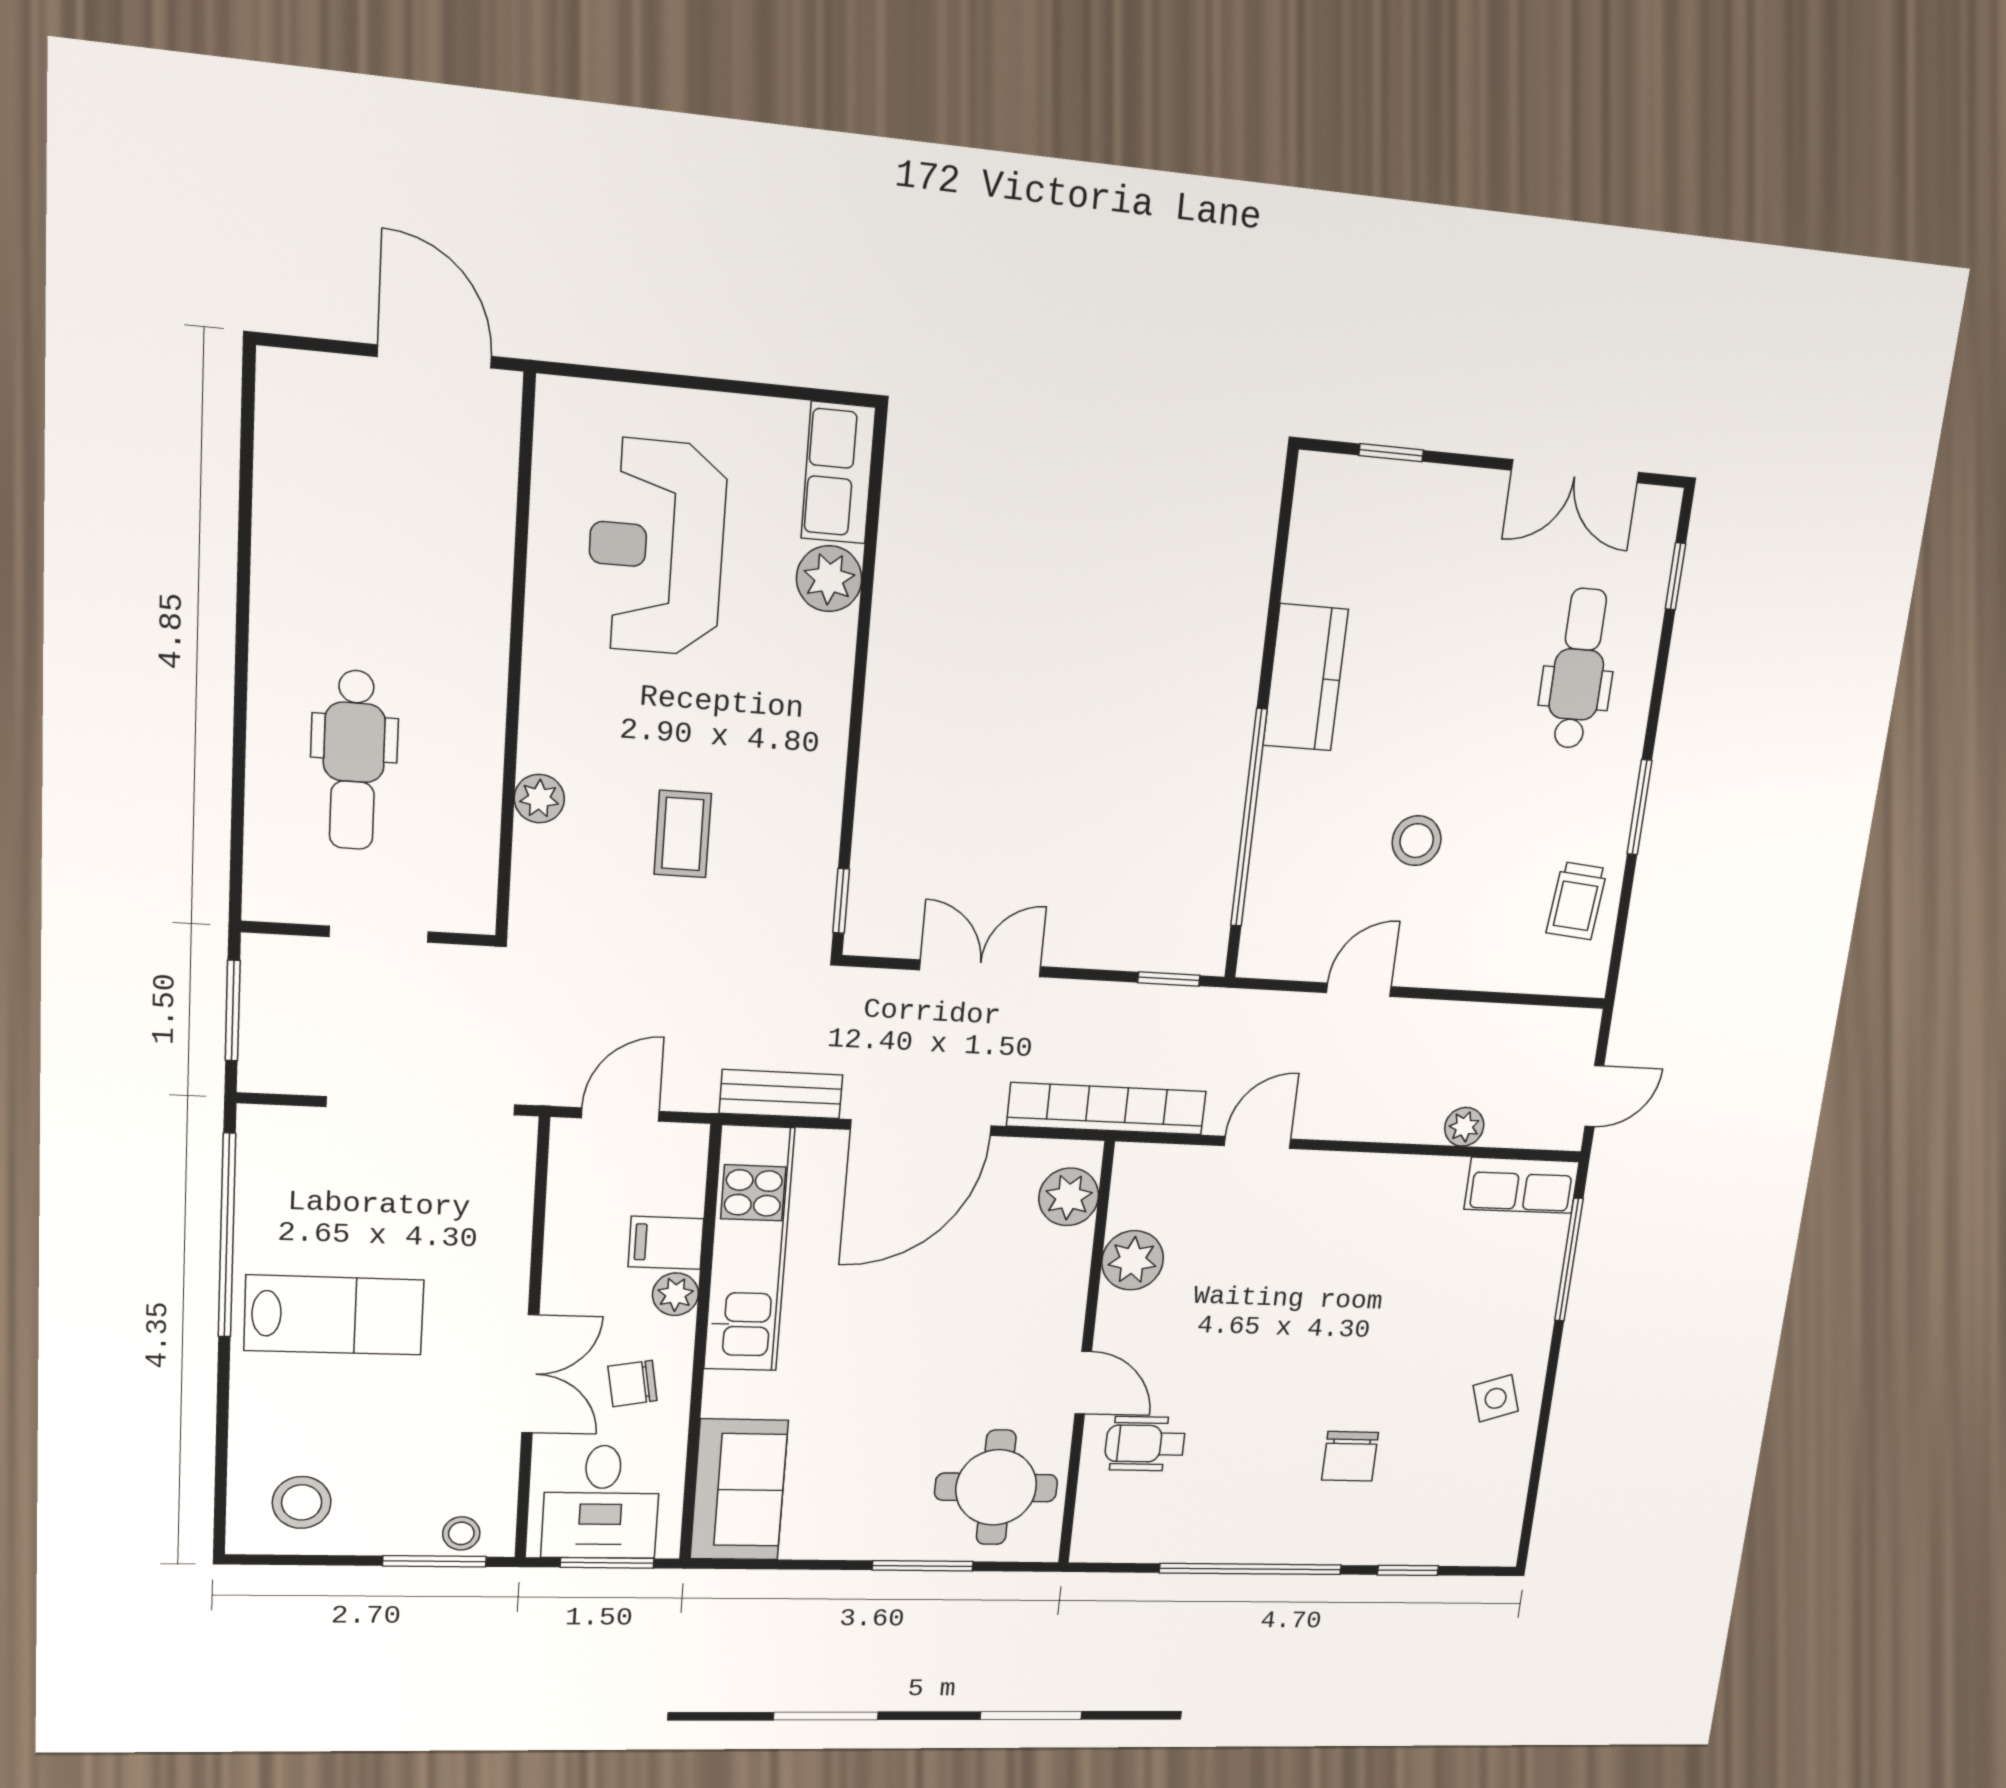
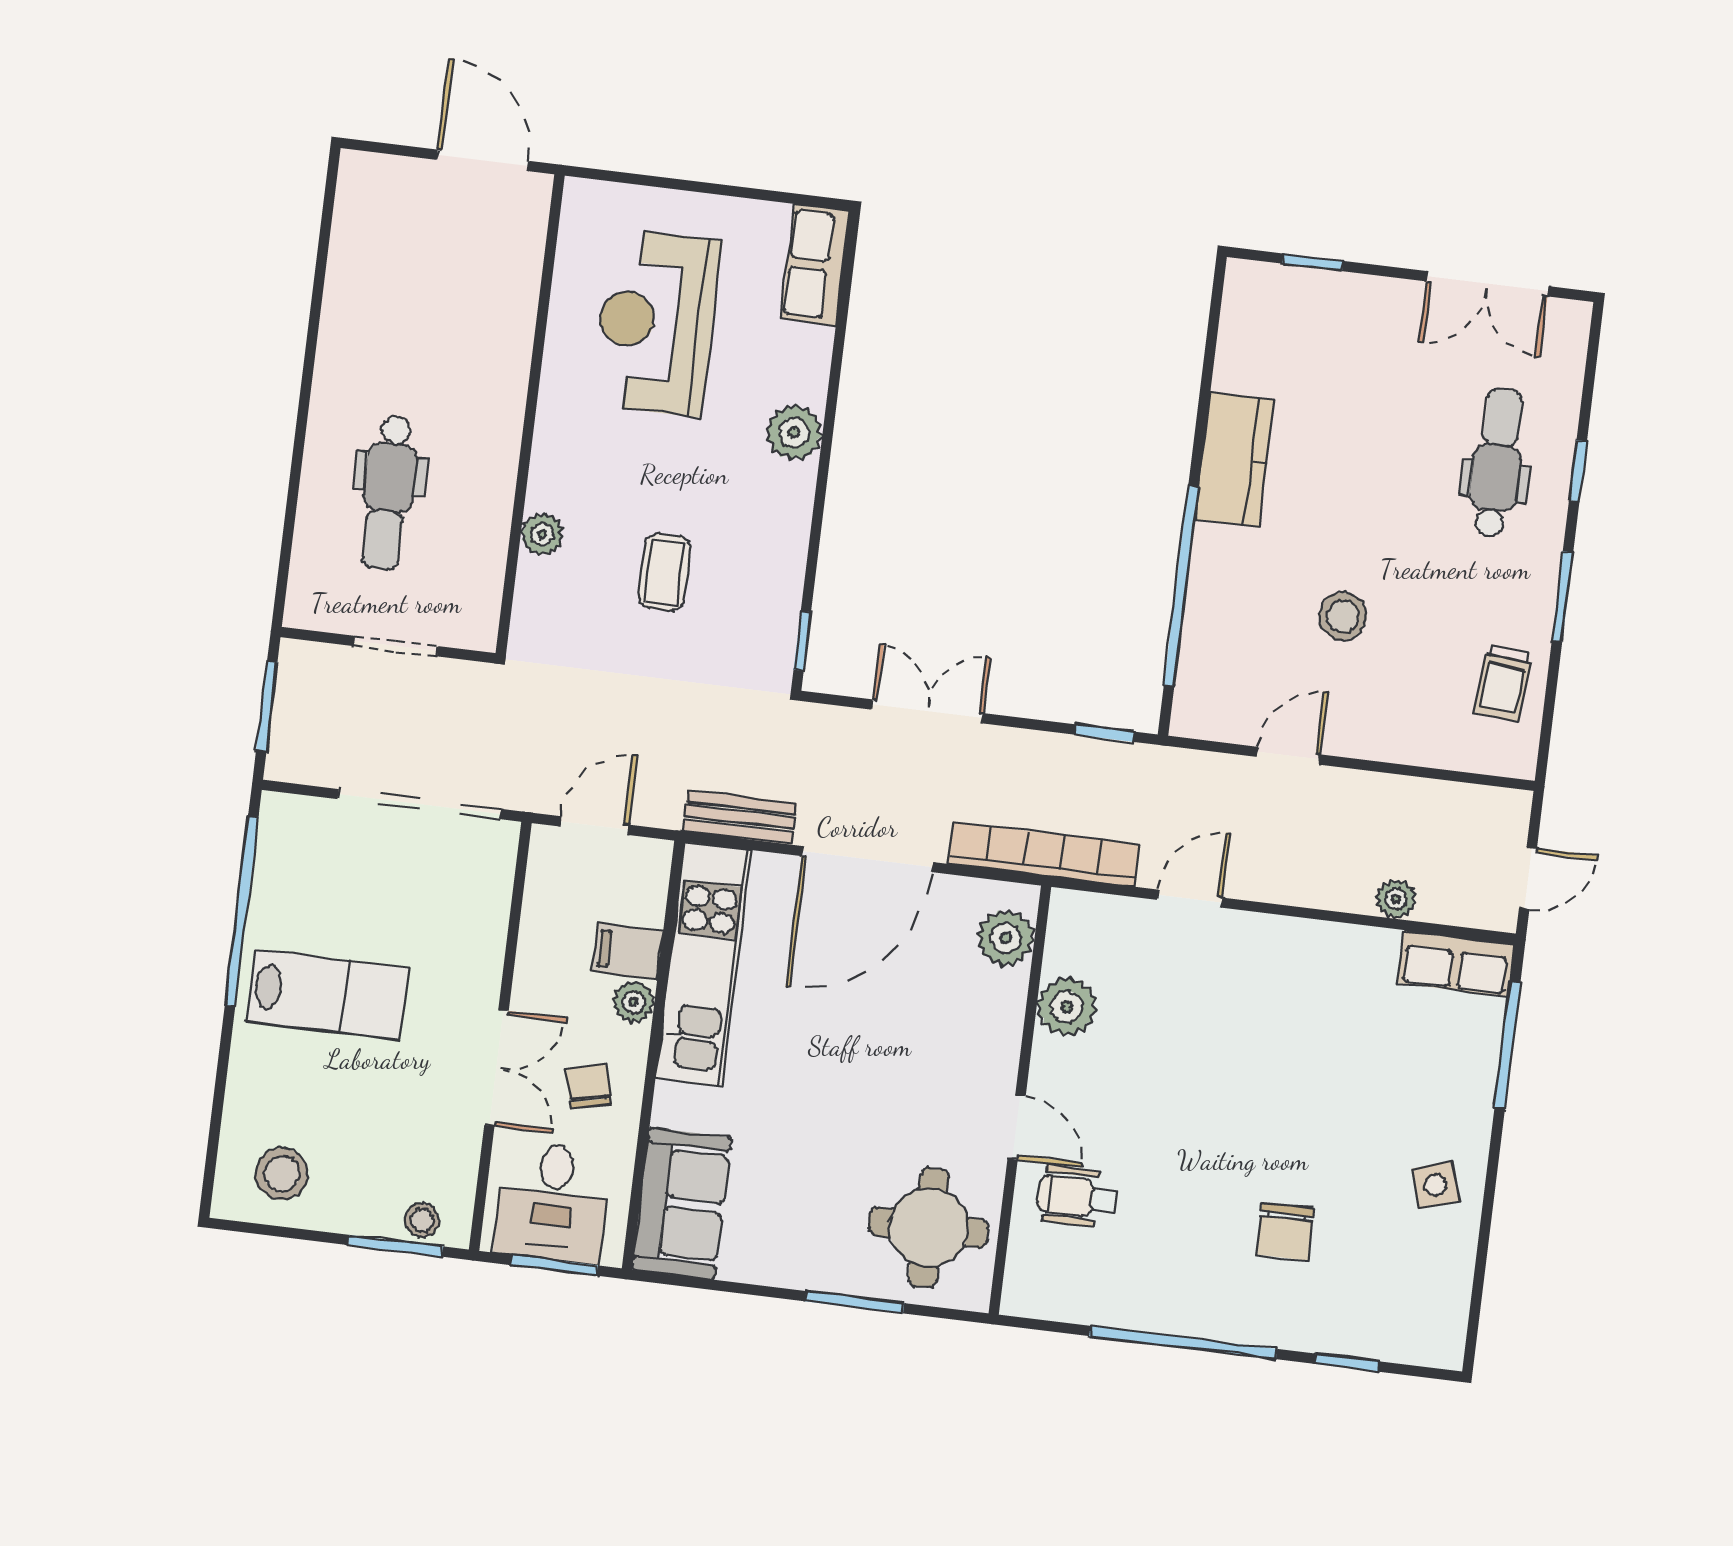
window: (1675, 576) -> (1578, 471), moved
plant: (829, 579) -> (794, 432), moved
chair: (633, 1384) -> (589, 1086), turned 87

